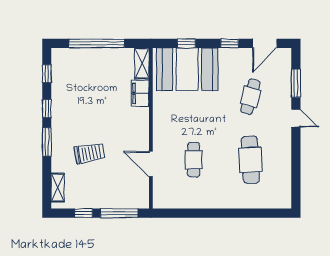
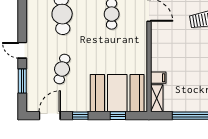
filing cabinet: (140, 93) -> (158, 78), width x0.50

